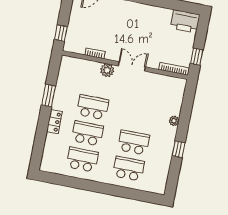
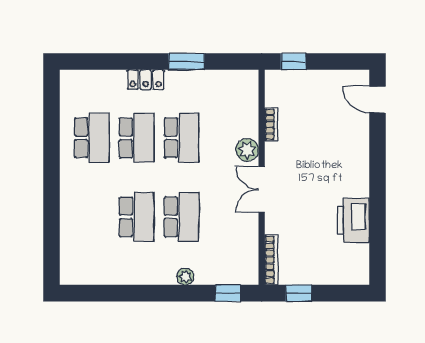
printer: (185, 21) -> (353, 220), moved
double door: (132, 66) -> (262, 189), swing flipped
window: (179, 149) -> (228, 293), moved
school desk: (128, 169) -> (182, 217), moved

